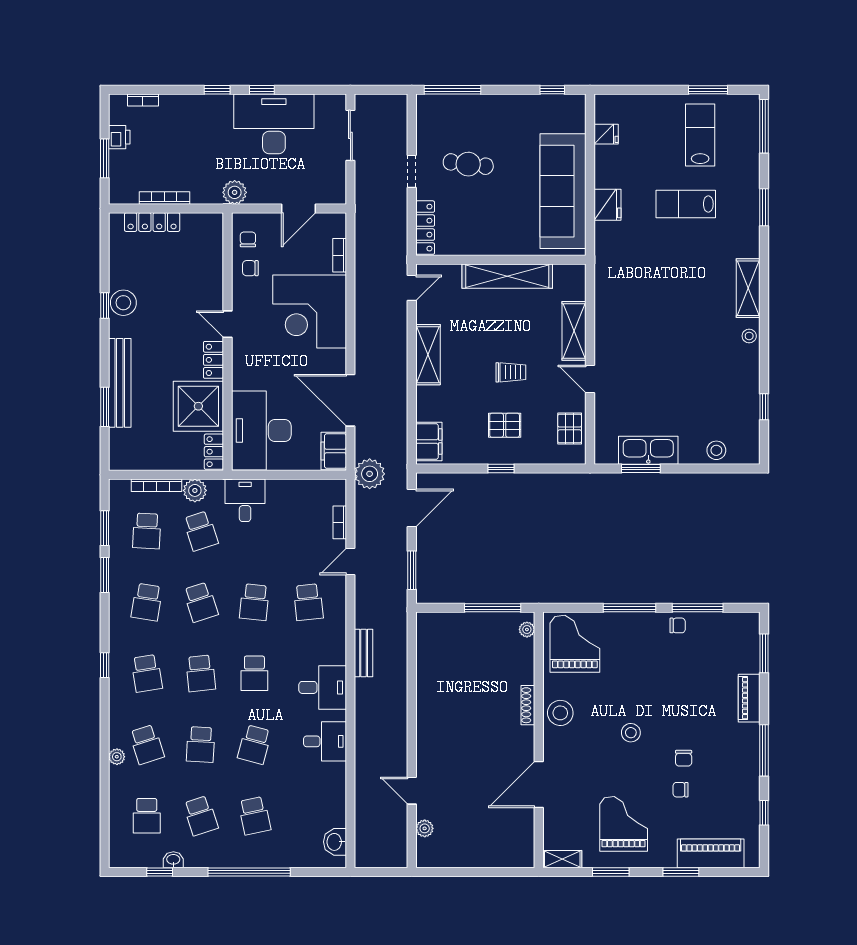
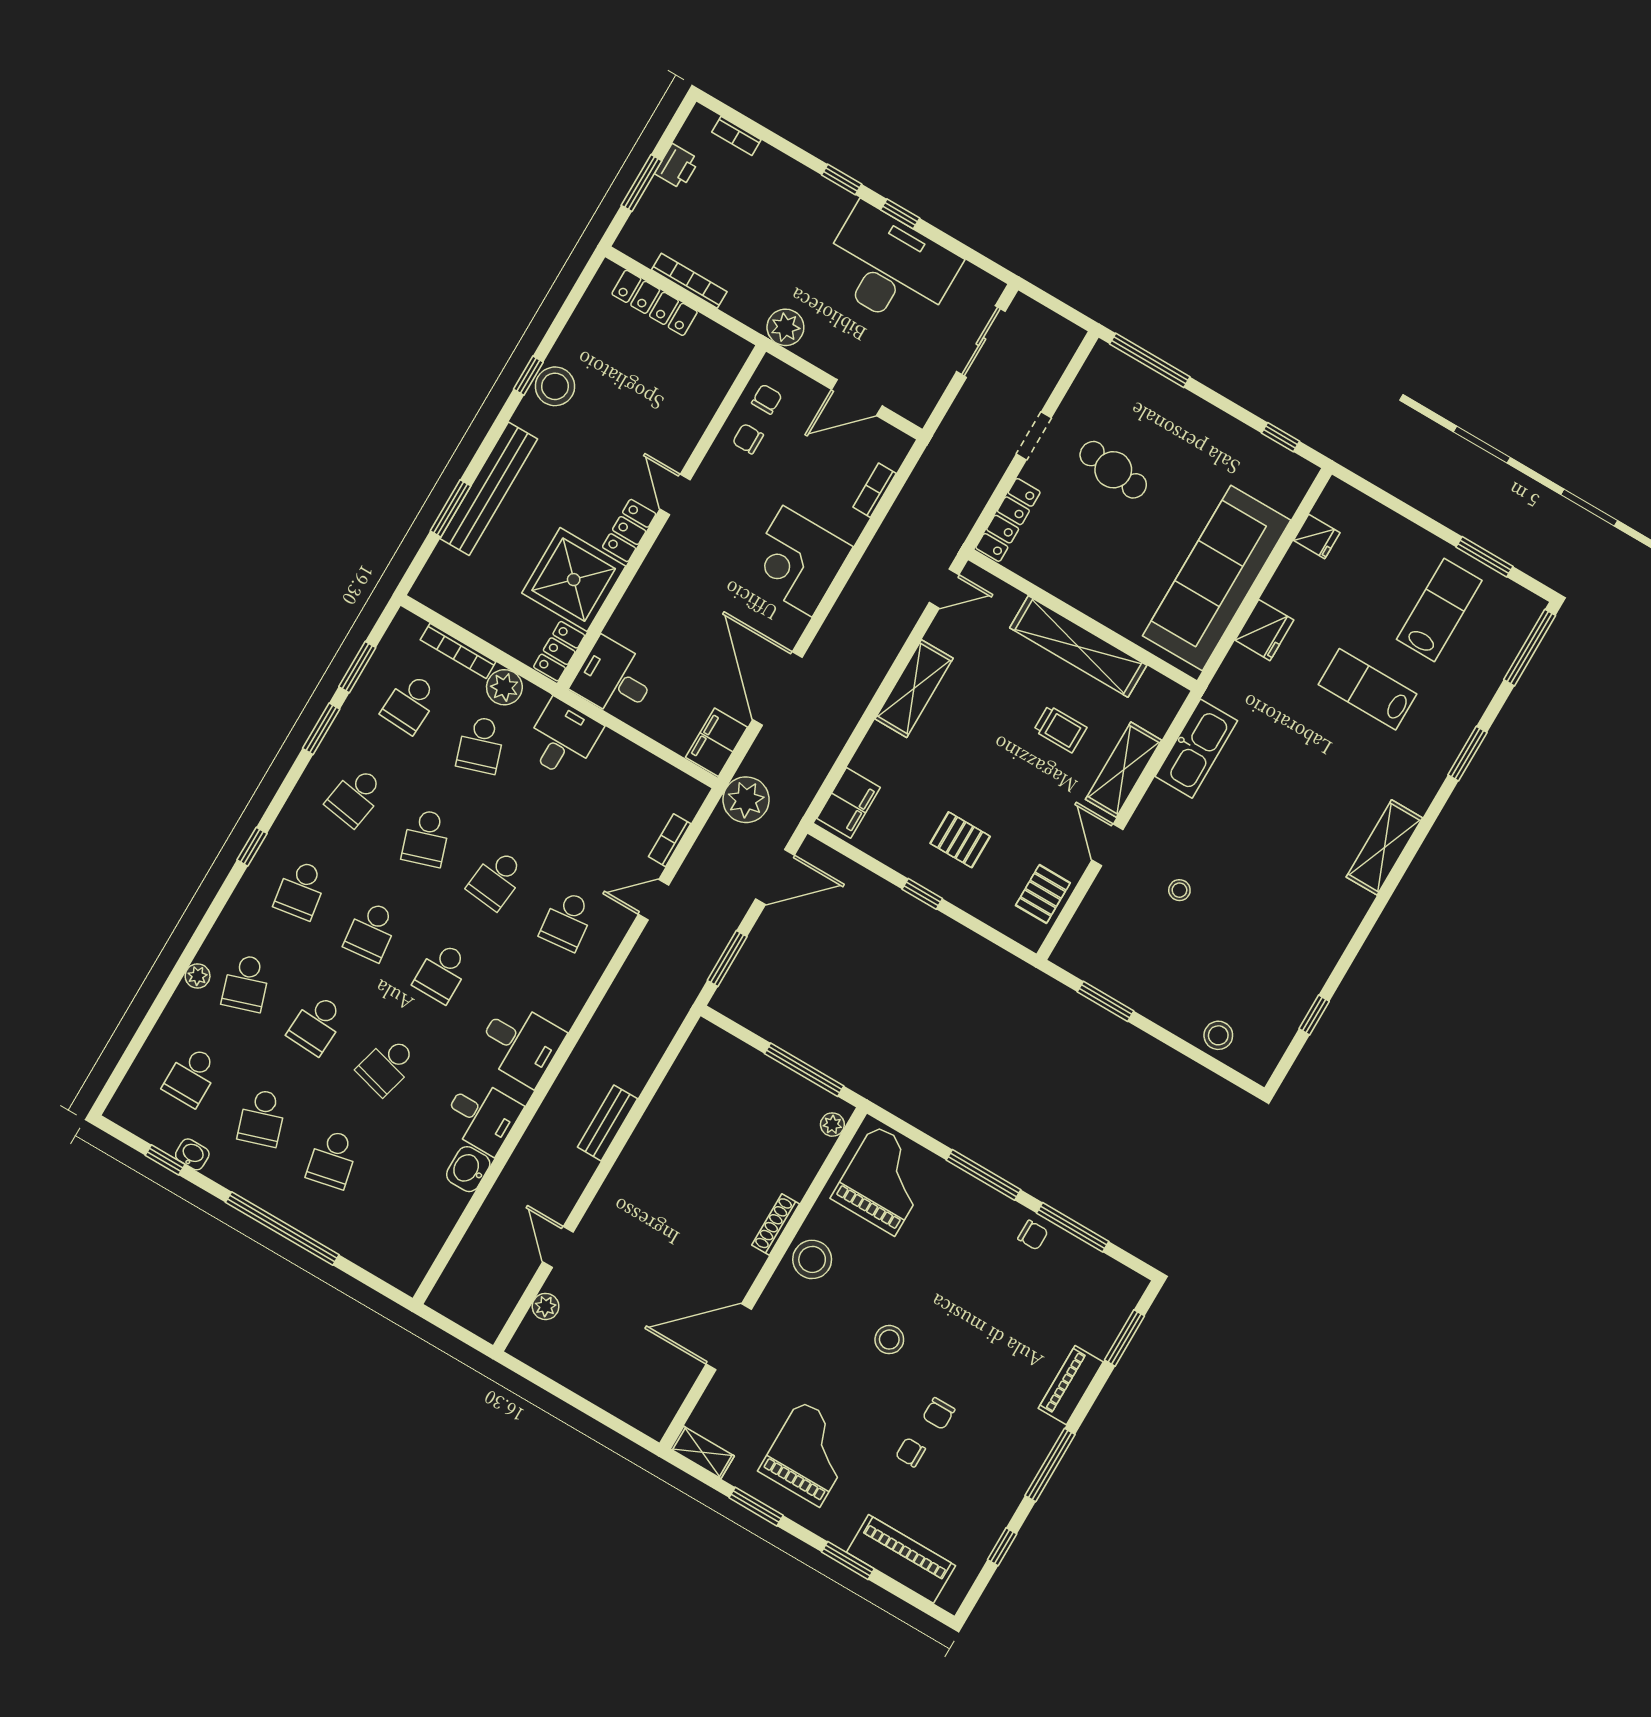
corner desk: (310, 312) -> (797, 561), width x0.74, depth x0.74
stool: (749, 336) -> (1179, 890), moved
trolley: (511, 372) -> (1060, 729), moved
desk: (261, 430) -> (614, 679), width x0.53, depth x0.77
kitchen sink: (648, 450) -> (1196, 749), moved, turned 90
bench: (364, 653) -> (607, 1123), moved
washbasin: (335, 842) -> (468, 1169), moved

